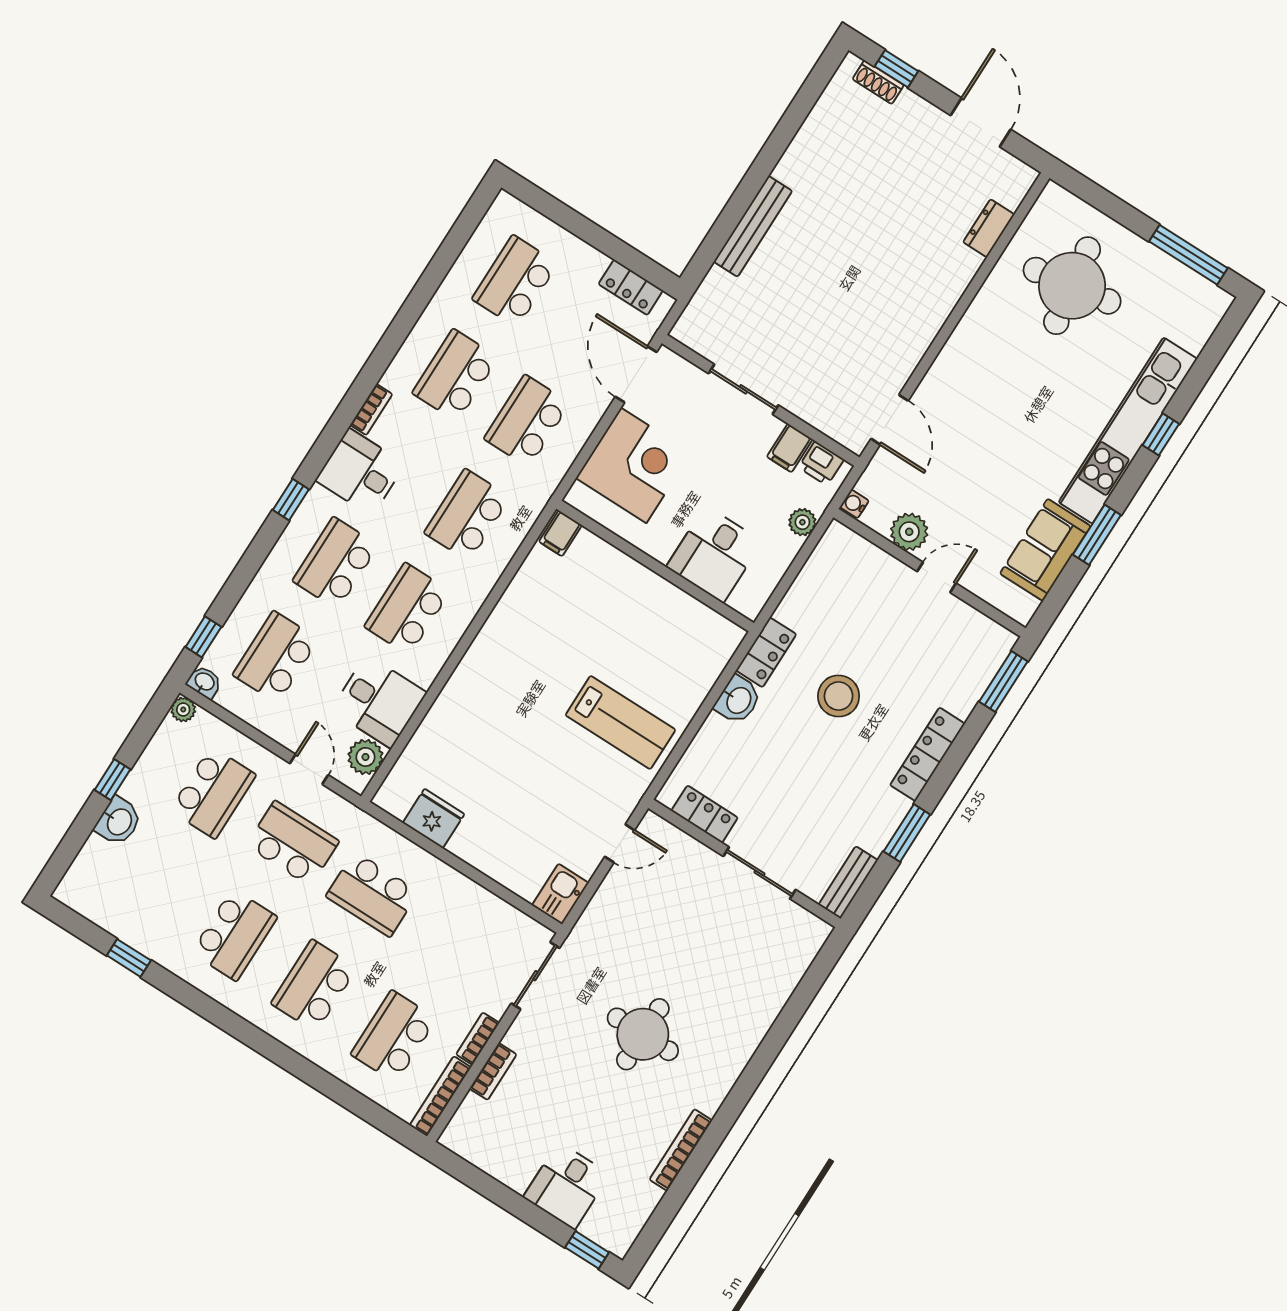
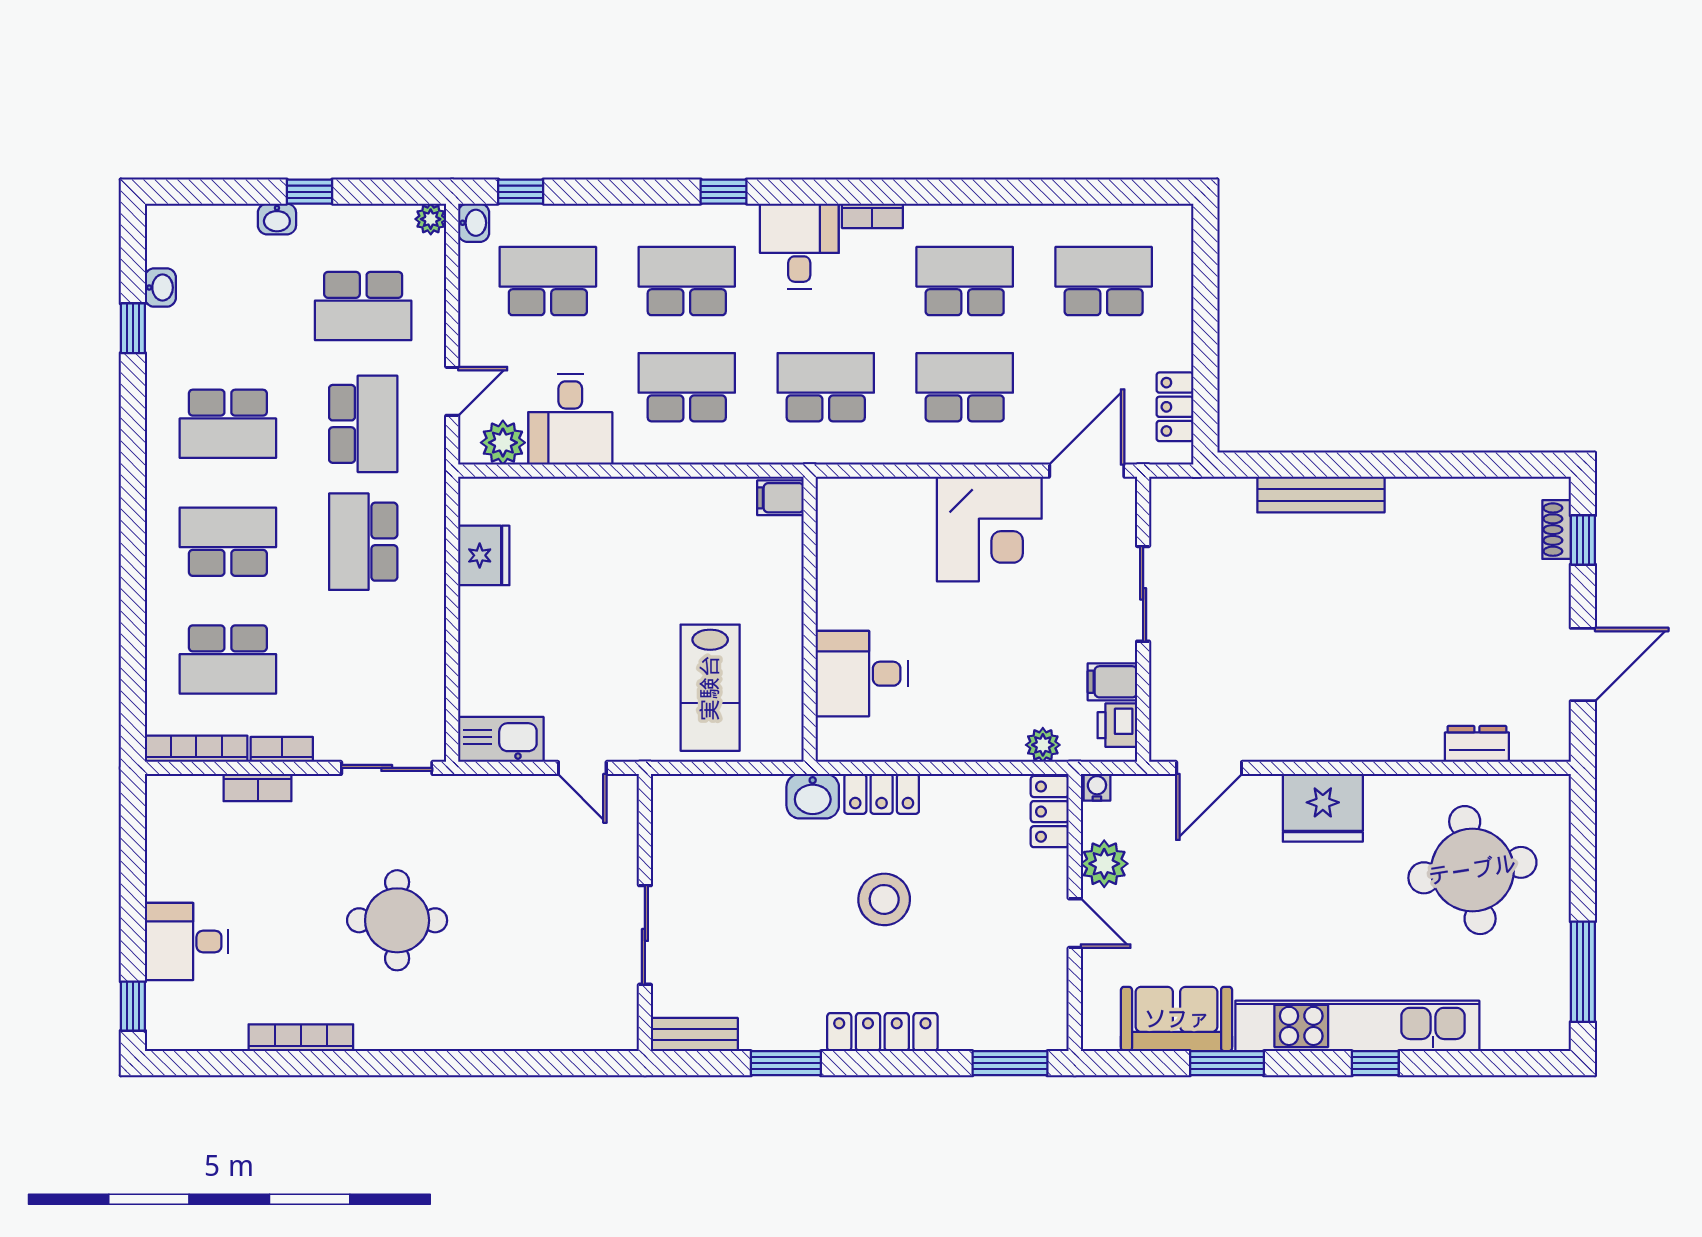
fridge: (966, 360) -> (1323, 808), added
filing cabinet: (560, 533) -> (780, 498), moved
desk: (714, 554) -> (862, 674), moved
wall: (655, 566) -> (810, 619), moved
locker: (705, 814) -> (1050, 812), moved, turned 180
washbasin: (119, 821) -> (277, 219), width x0.72, depth x0.69
kitchen sink: (560, 894) -> (501, 739), width x1.38
washbasin: (113, 922) -> (160, 288), added
school desk: (394, 1036) -> (228, 660), turned 180

